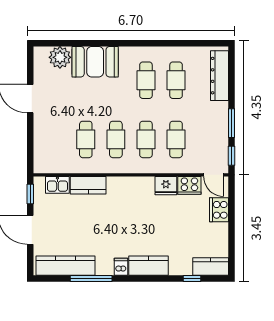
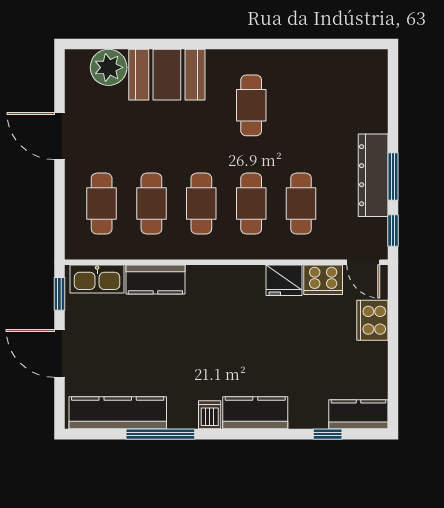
dresser: (220, 76) -> (373, 175), moved
cafe table: (176, 80) -> (102, 204), moved
kitchen sink: (57, 185) -> (97, 279), width x1.38

